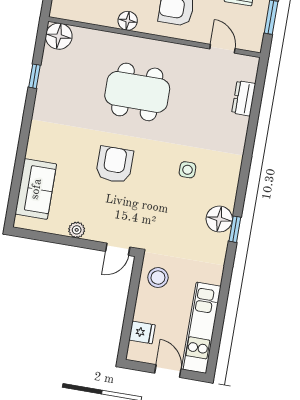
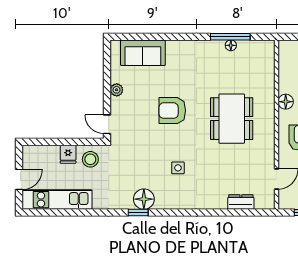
floor lamp: (59, 36) -> (231, 45), moved, width x0.53, depth x0.53
window: (34, 76) -> (230, 37), width x2.17
armchair: (115, 165) -> (172, 111), turned 180
fridge: (142, 332) -> (68, 154), moved

